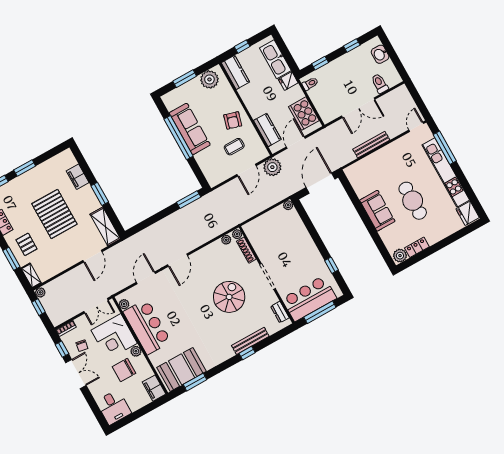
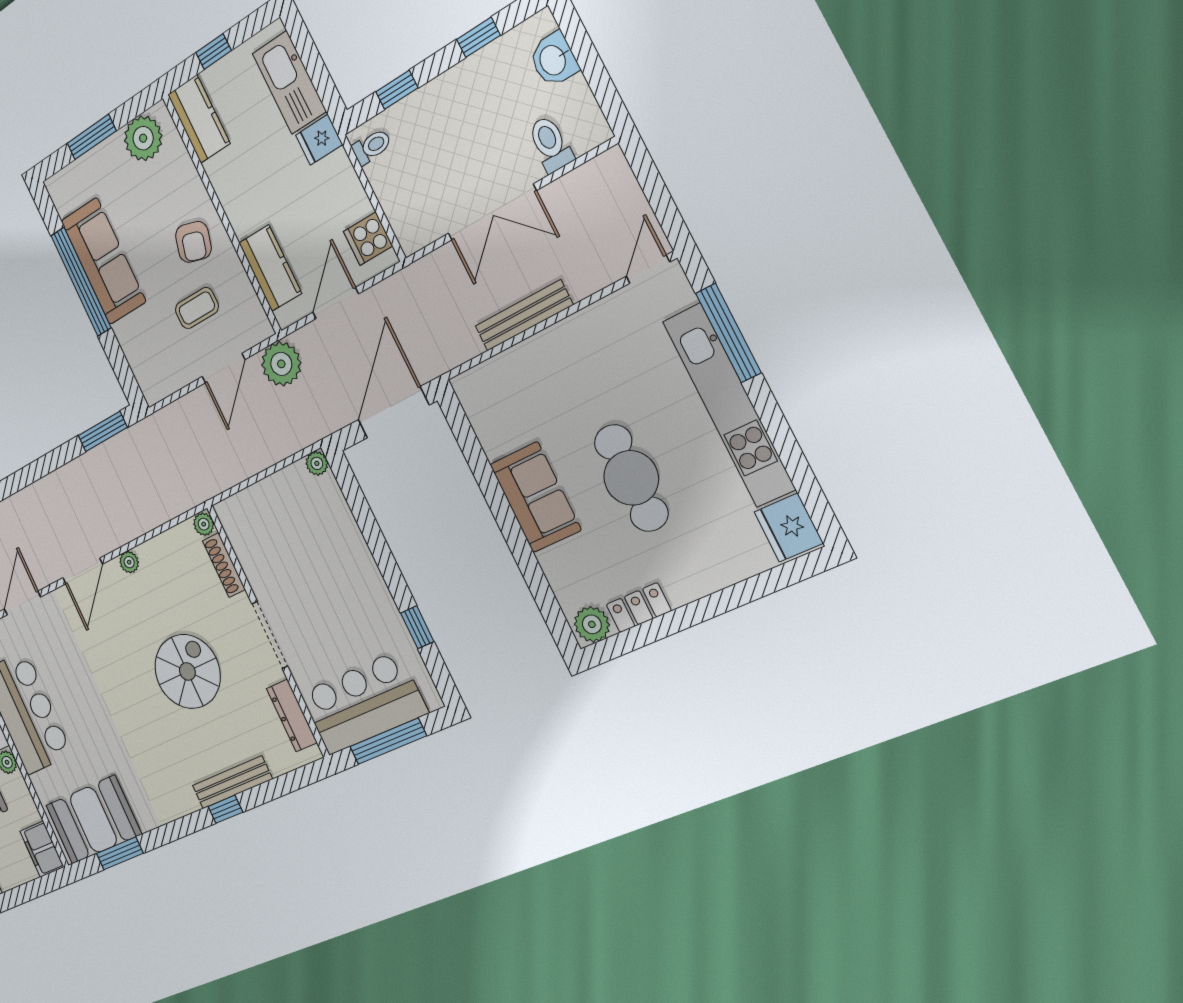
cooker: (304, 114) -> (368, 239), width x0.53, depth x0.76
plant: (226, 240) -> (129, 562), moved
dresser: (280, 312) -> (292, 716), width x1.44

